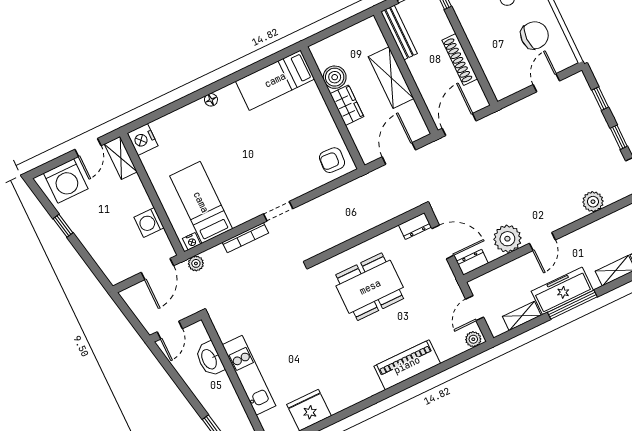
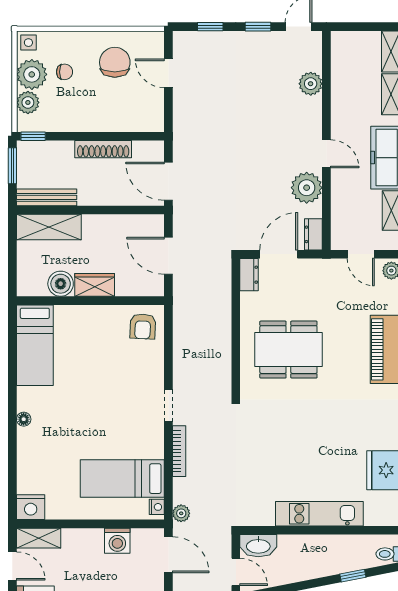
shelving: (391, 78) -> (49, 227), moved
dining table: (370, 287) -> (288, 350), turned 90
washbasin: (210, 359) -> (258, 546), moved

